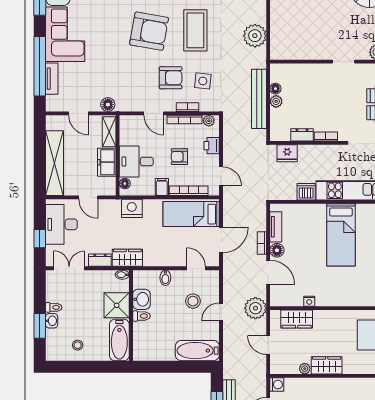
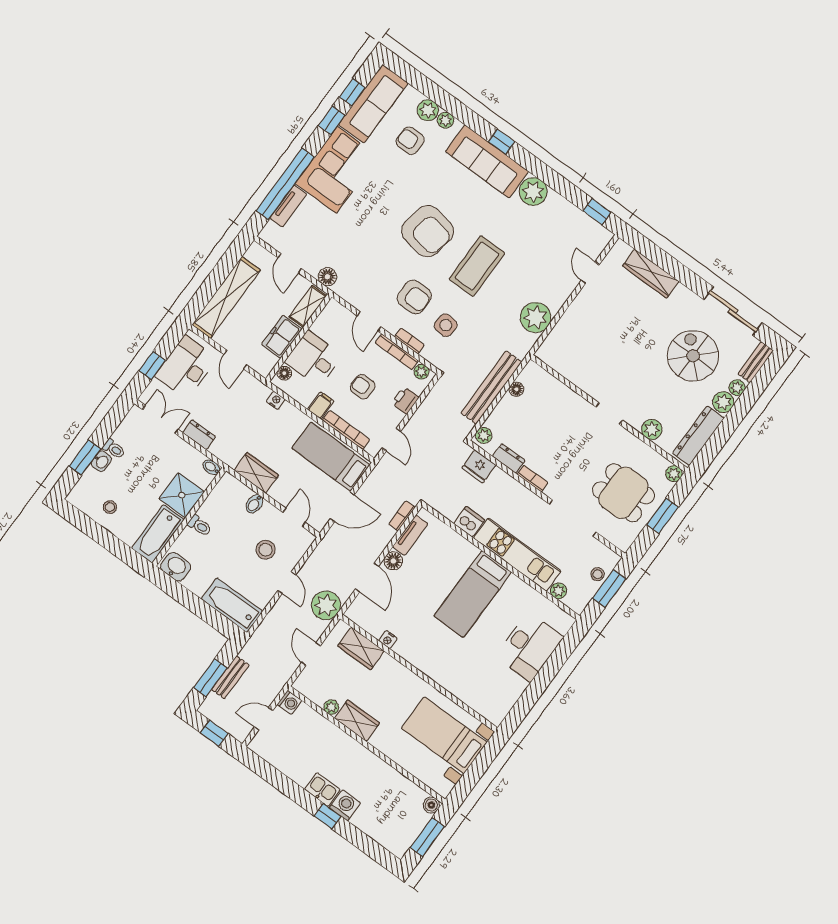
plant: (276, 101) -> (484, 435), moved
nightstand: (132, 208) -> (276, 400), width x0.53, depth x0.56
bookcase: (262, 243) -> (402, 516), moved
wardrobe: (127, 258) -> (256, 473), moved
washbasin: (141, 299) -> (176, 567), moved, turned -90
door: (221, 312) -> (287, 583), swing flipped

